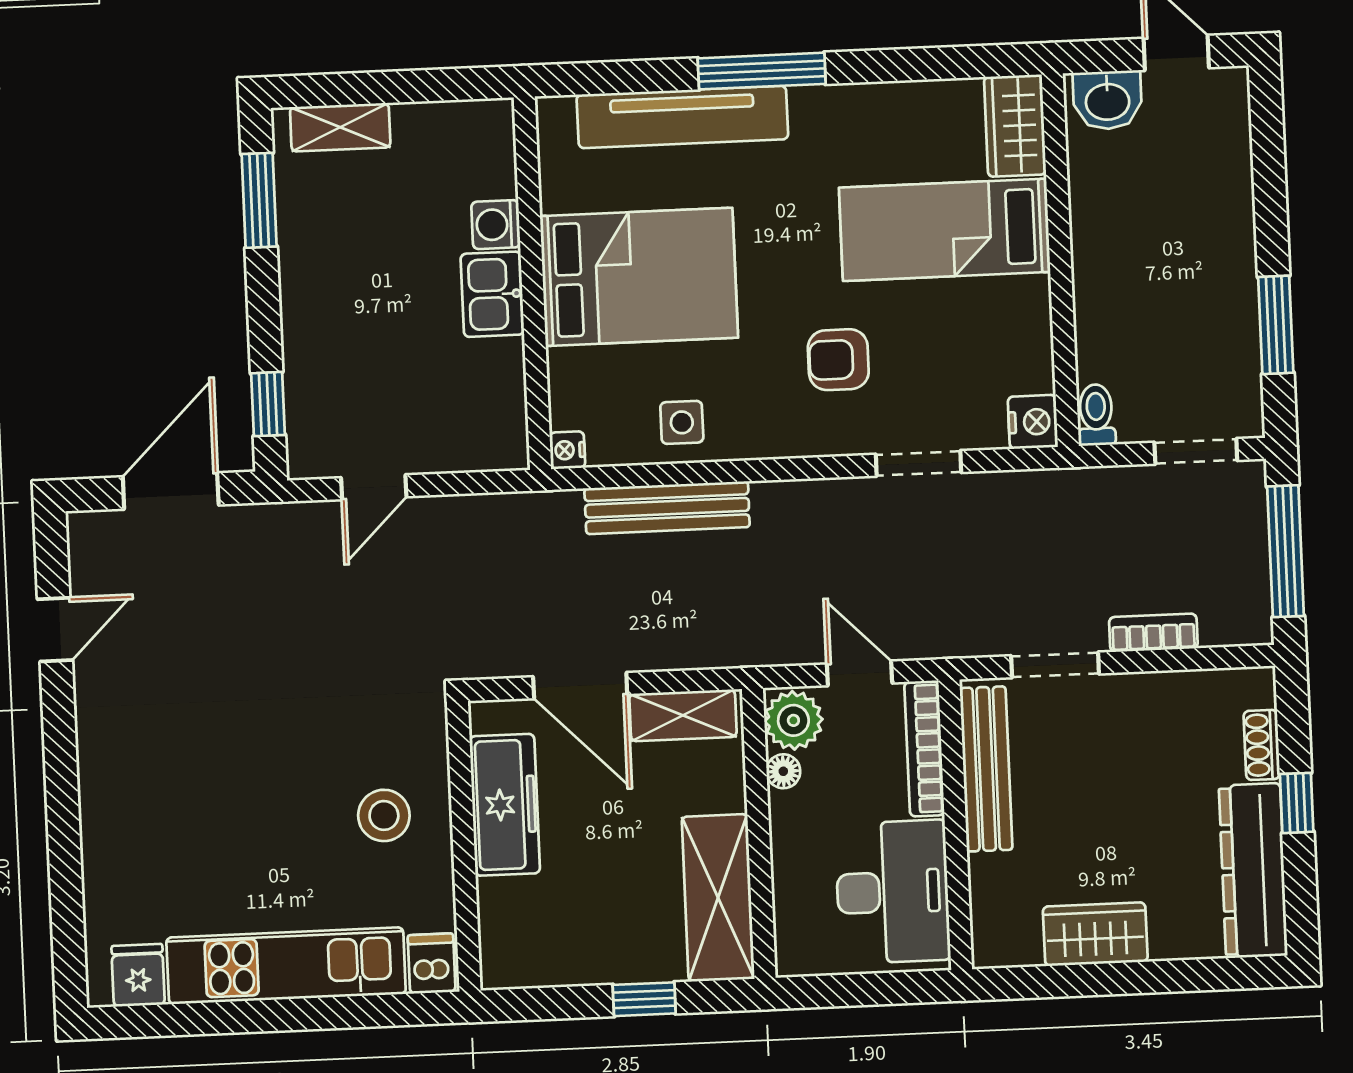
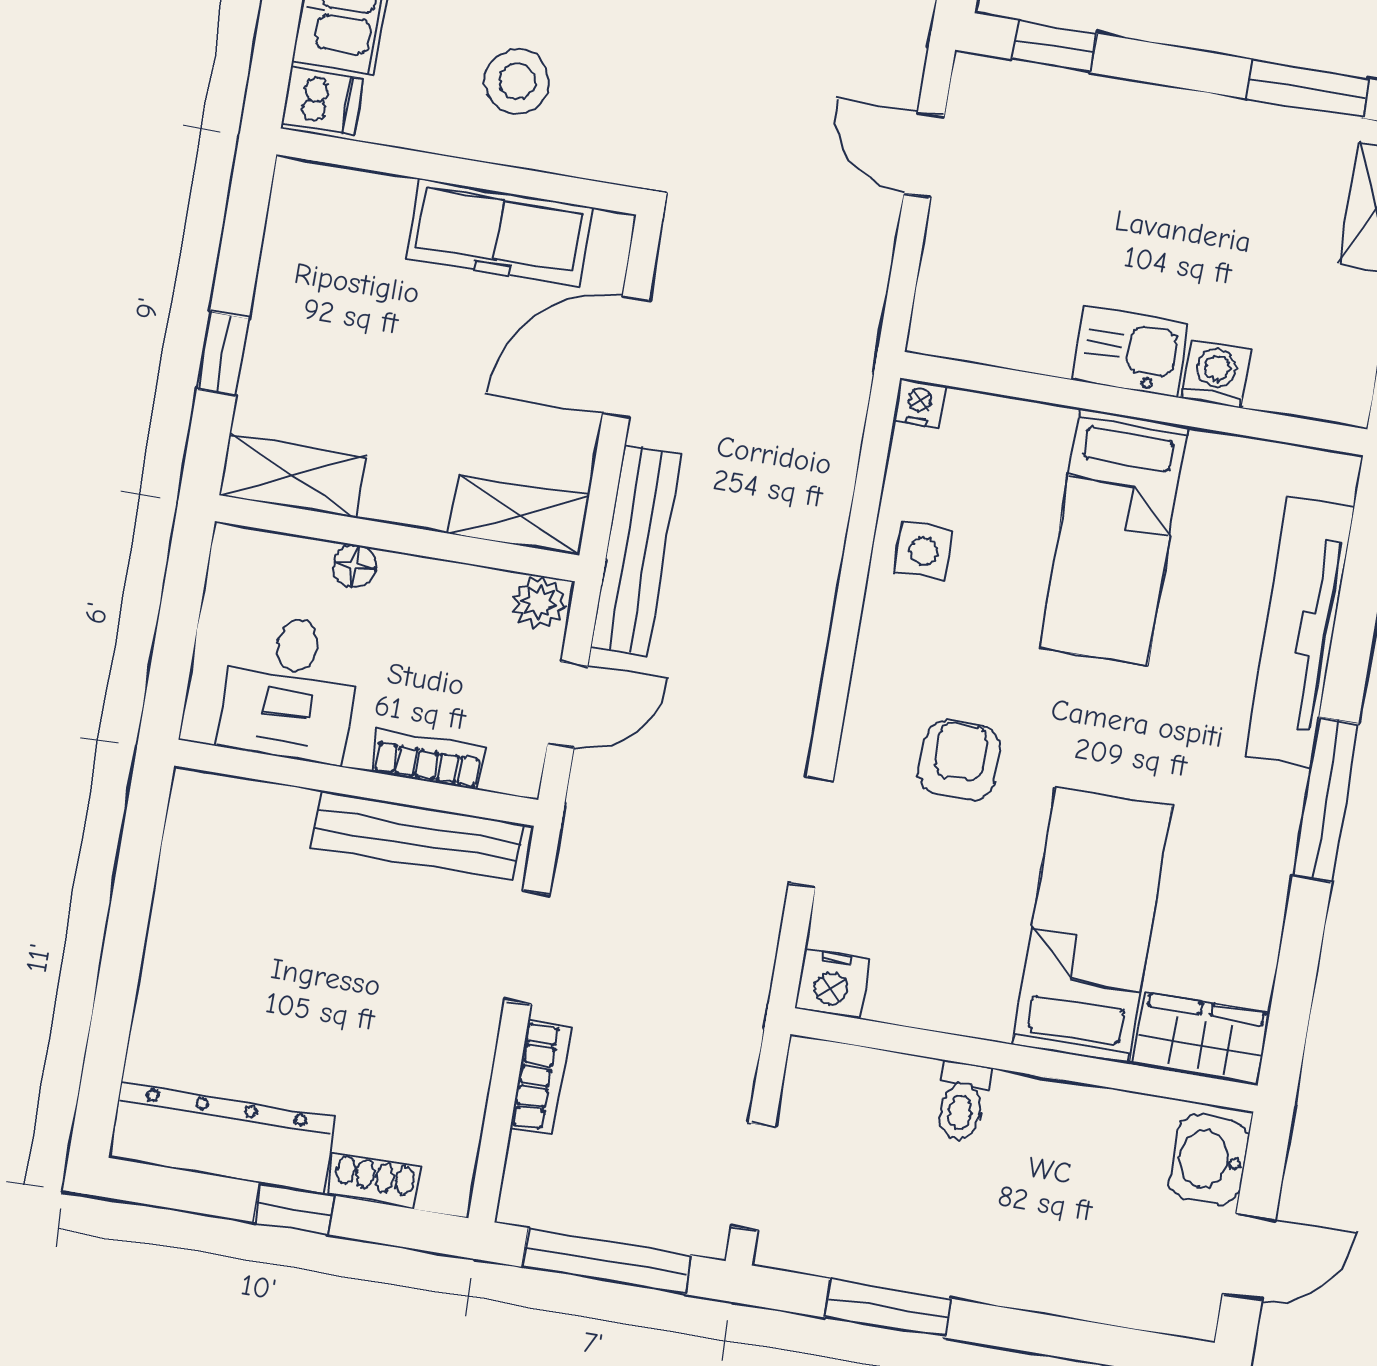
window: (762, 71) -> (1326, 799), moved
bed: (639, 277) -> (1114, 537), width x0.67
toilet: (1096, 415) -> (962, 1101), moved, turned 90
bench: (667, 508) -> (636, 550), moved
shelving: (683, 715) -> (519, 515), moved, turned 90
plant: (793, 720) -> (539, 602), width x0.73, depth x0.73
bookcase: (924, 749) -> (428, 760), width x0.64
floor lamp: (783, 771) -> (355, 566), moved
desk: (893, 892) -> (290, 688), width x0.73
shelving: (718, 898) -> (293, 476), width x0.67, depth x0.75
wardrobe: (1095, 934) -> (185, 926), removed

